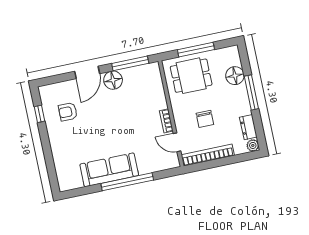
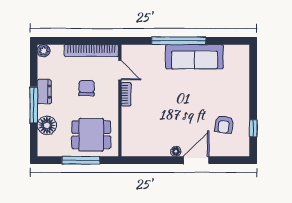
window: (130, 63) -> (150, 160), removed
floor lamp: (113, 80) -> (176, 151), width x0.53, depth x0.53
armchair: (68, 112) -> (224, 124), turned 98
dresser: (248, 127) -> (44, 92), moved

